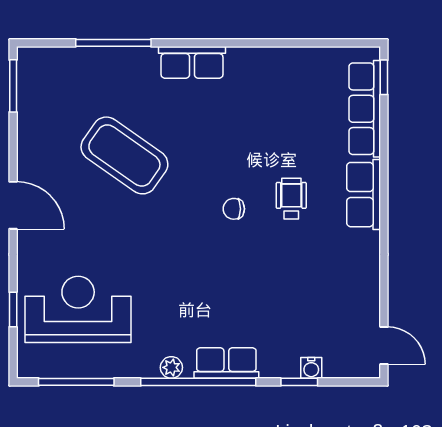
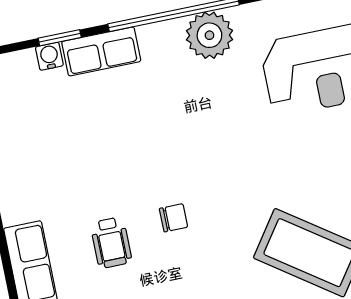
row of seats: (226, 363) -> (101, 51), moved
plant: (171, 367) -> (209, 35), width x1.87, depth x1.87

